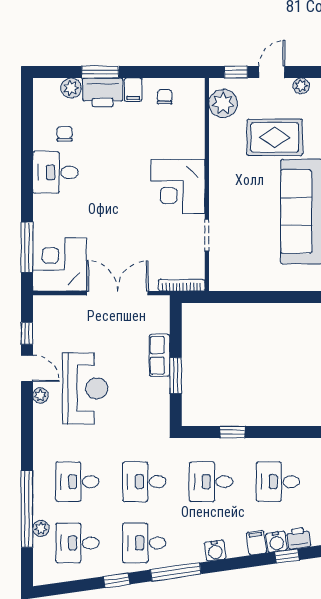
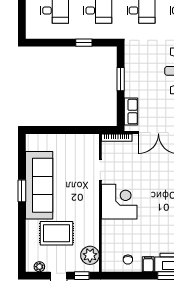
row of seats: (160, 355) -> (131, 112), moved

